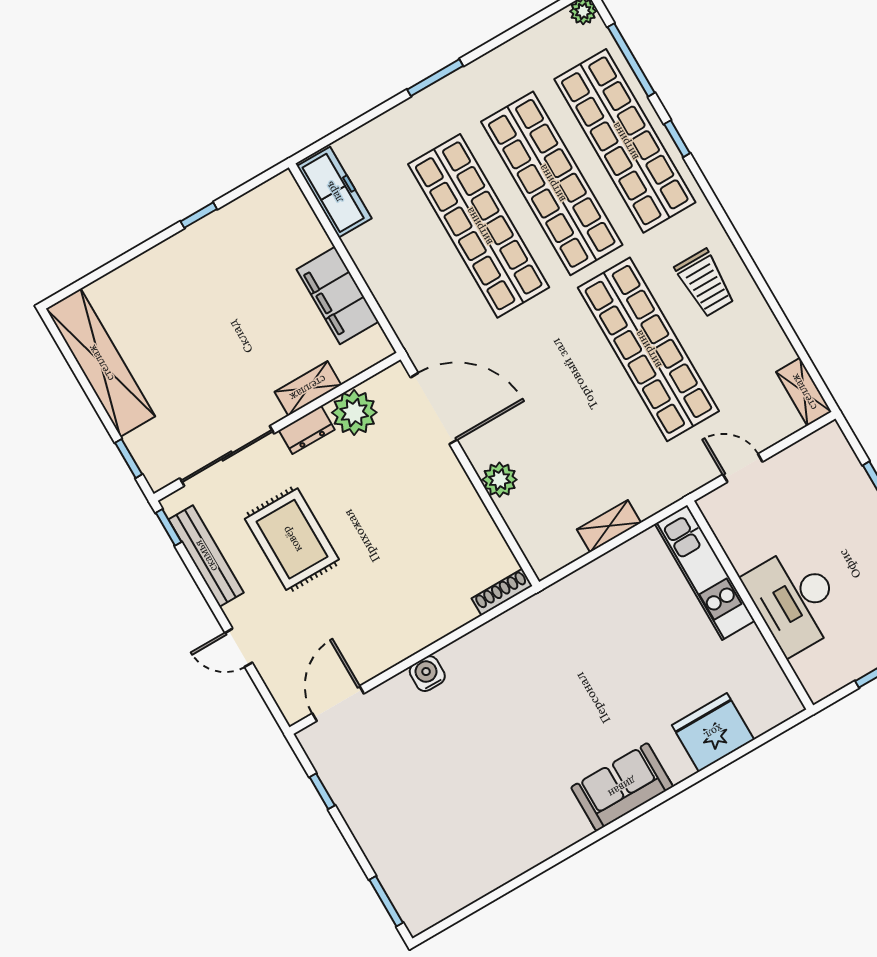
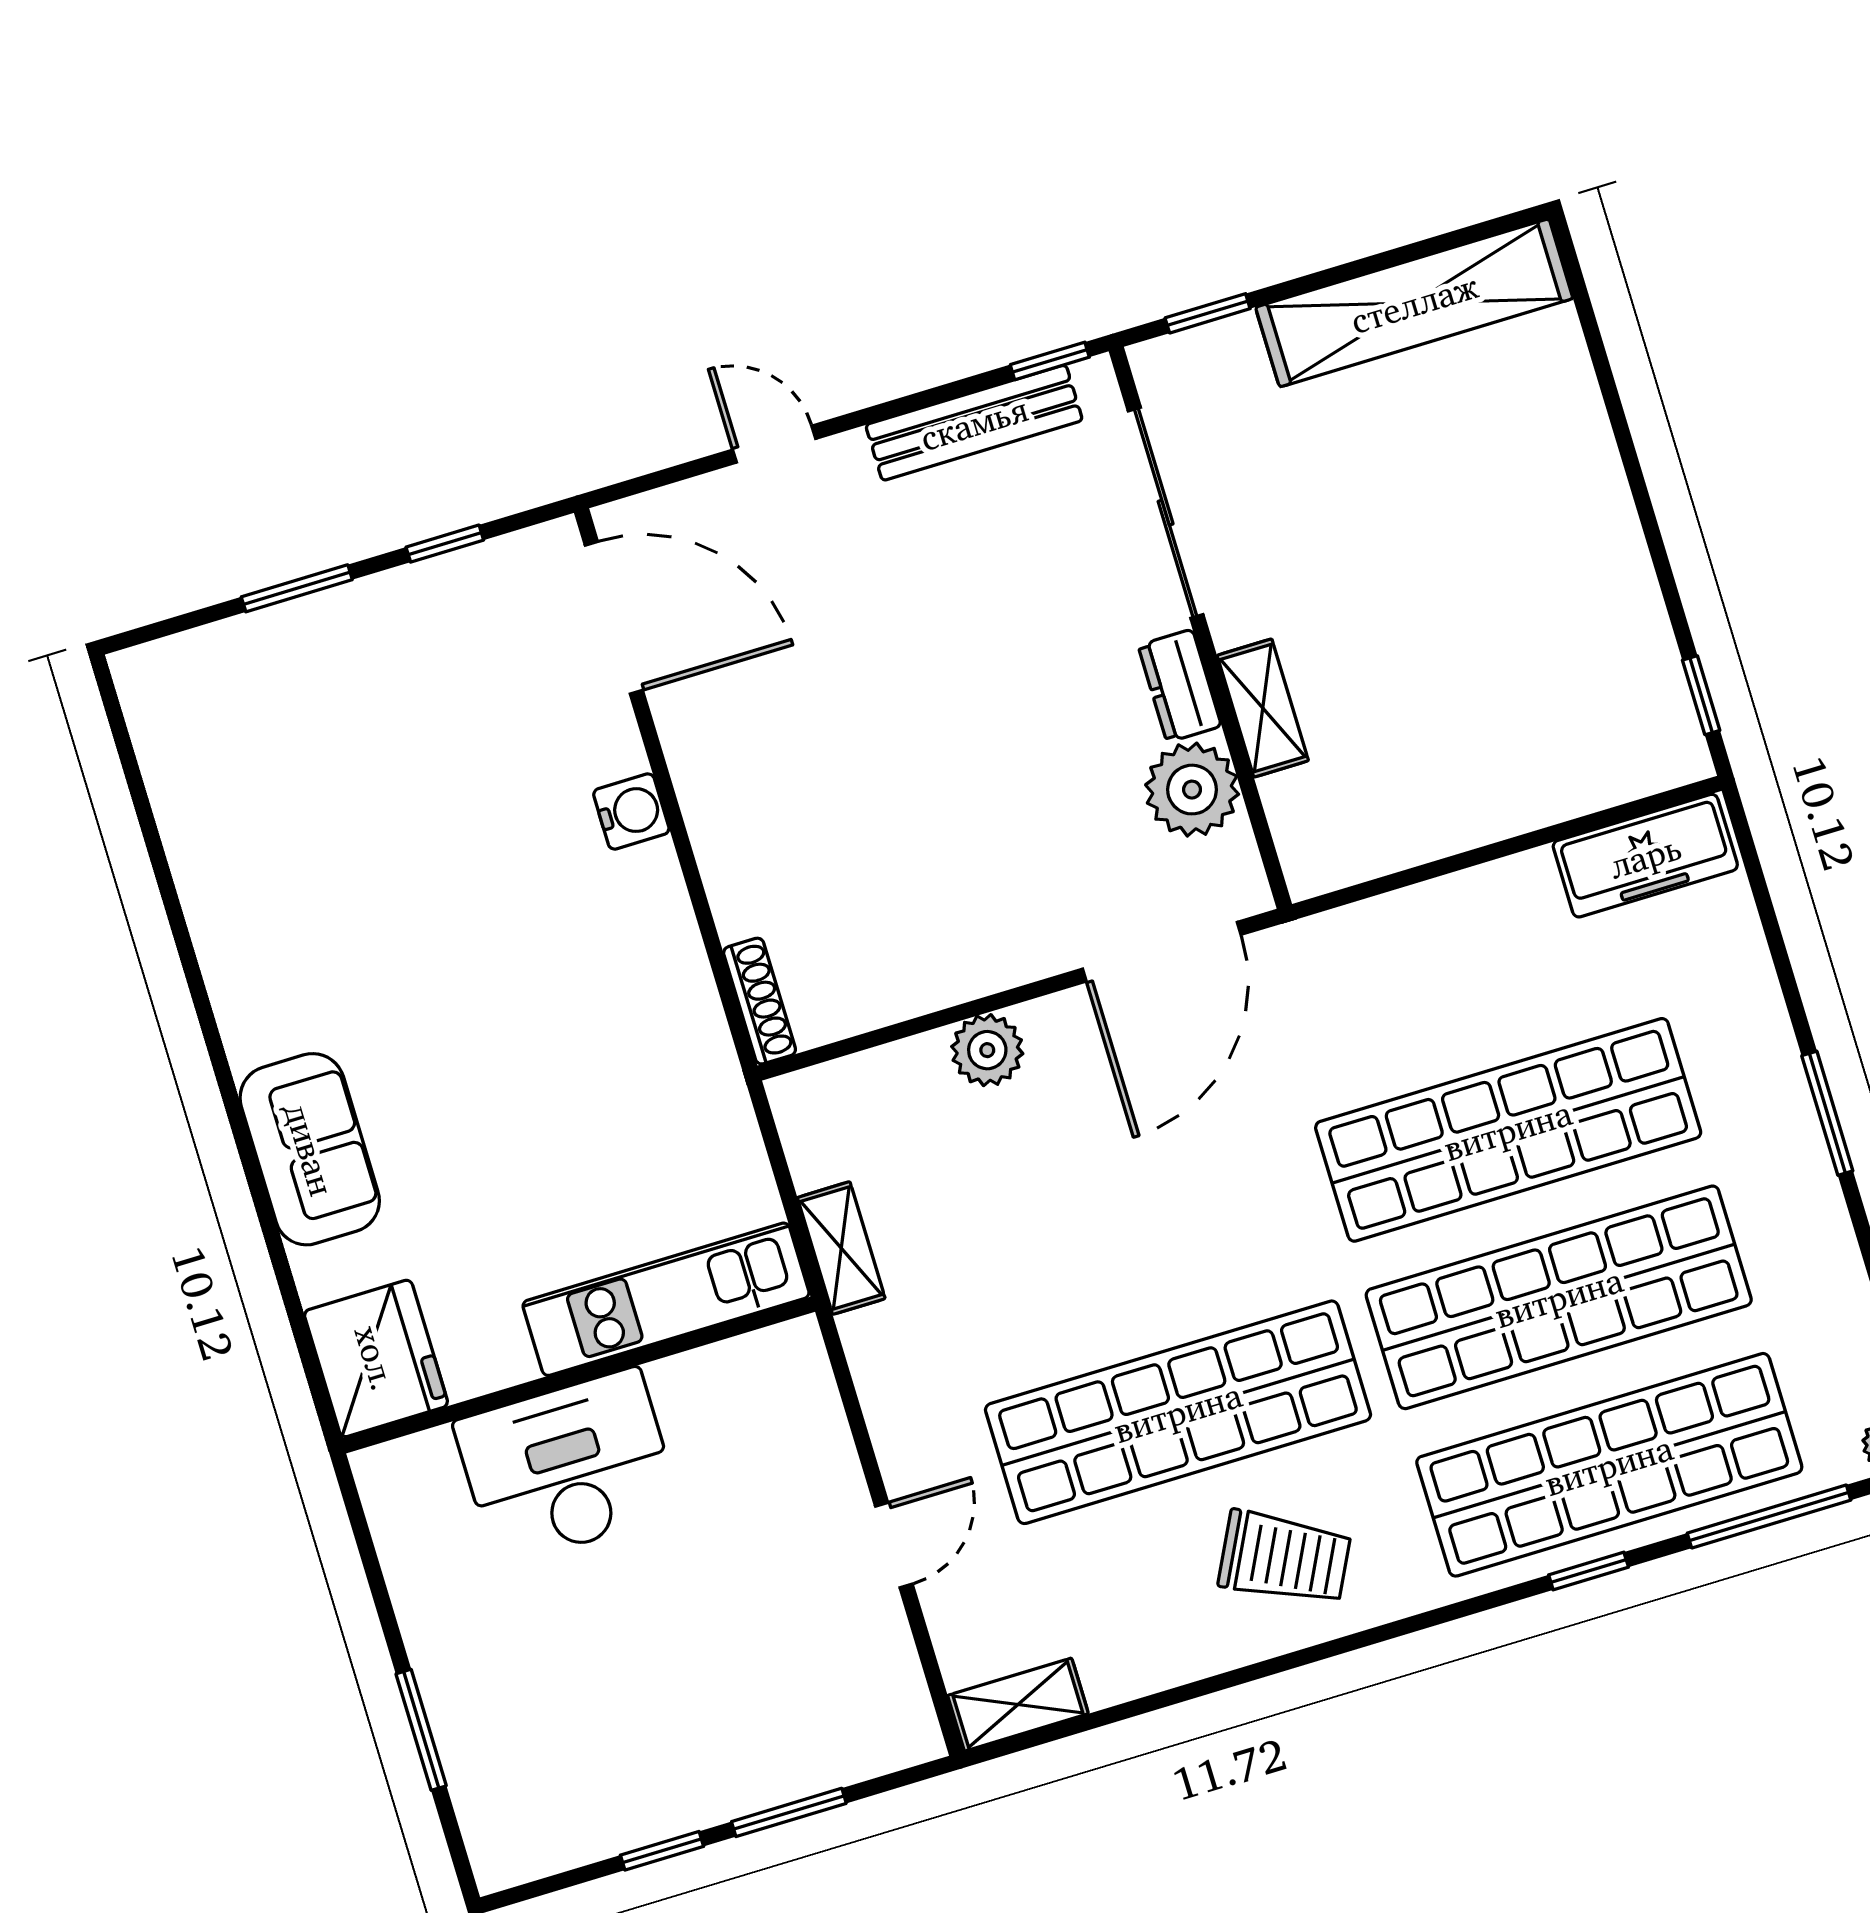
window: (199, 215) -> (1701, 695), moved
trolley: (705, 283) -> (1285, 1558), turned -153
filing cabinet: (338, 295) -> (1436, 812), removed
rug: (292, 539) -> (967, 603), removed
kitchen unit: (705, 572) -> (666, 1299), moved
desk: (795, 600) -> (567, 1467), moved
wall: (750, 605) -> (578, 1375), moved
door: (239, 648) -> (774, 444), hinge flipped
door: (338, 704) -> (614, 618), width x1.36
window: (386, 901) -> (297, 588), moved

